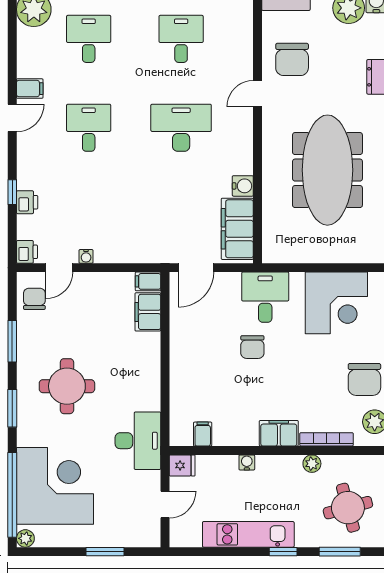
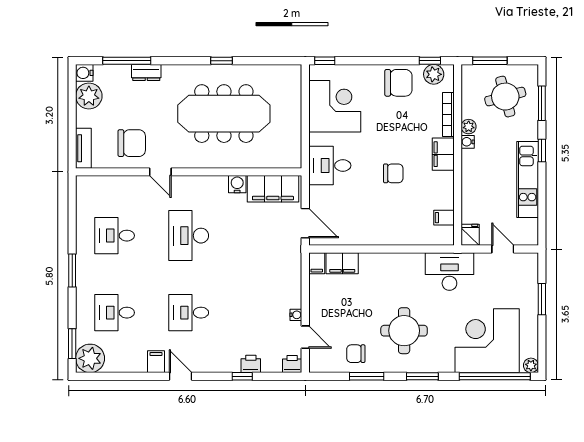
chair: (34, 299) -> (356, 354), moved
chair: (252, 347) -> (393, 173), moved
water cooler: (247, 462) -> (468, 142), moved

